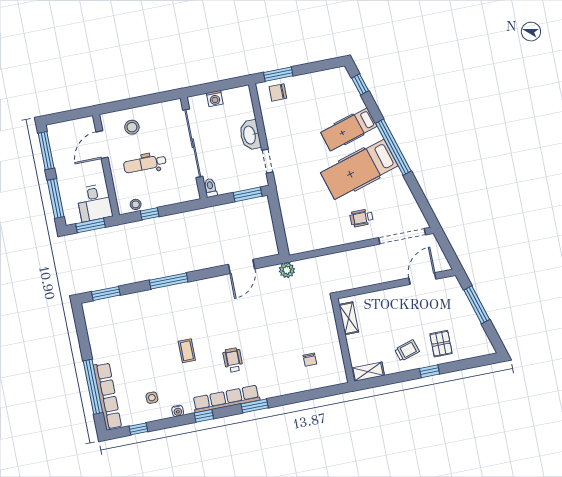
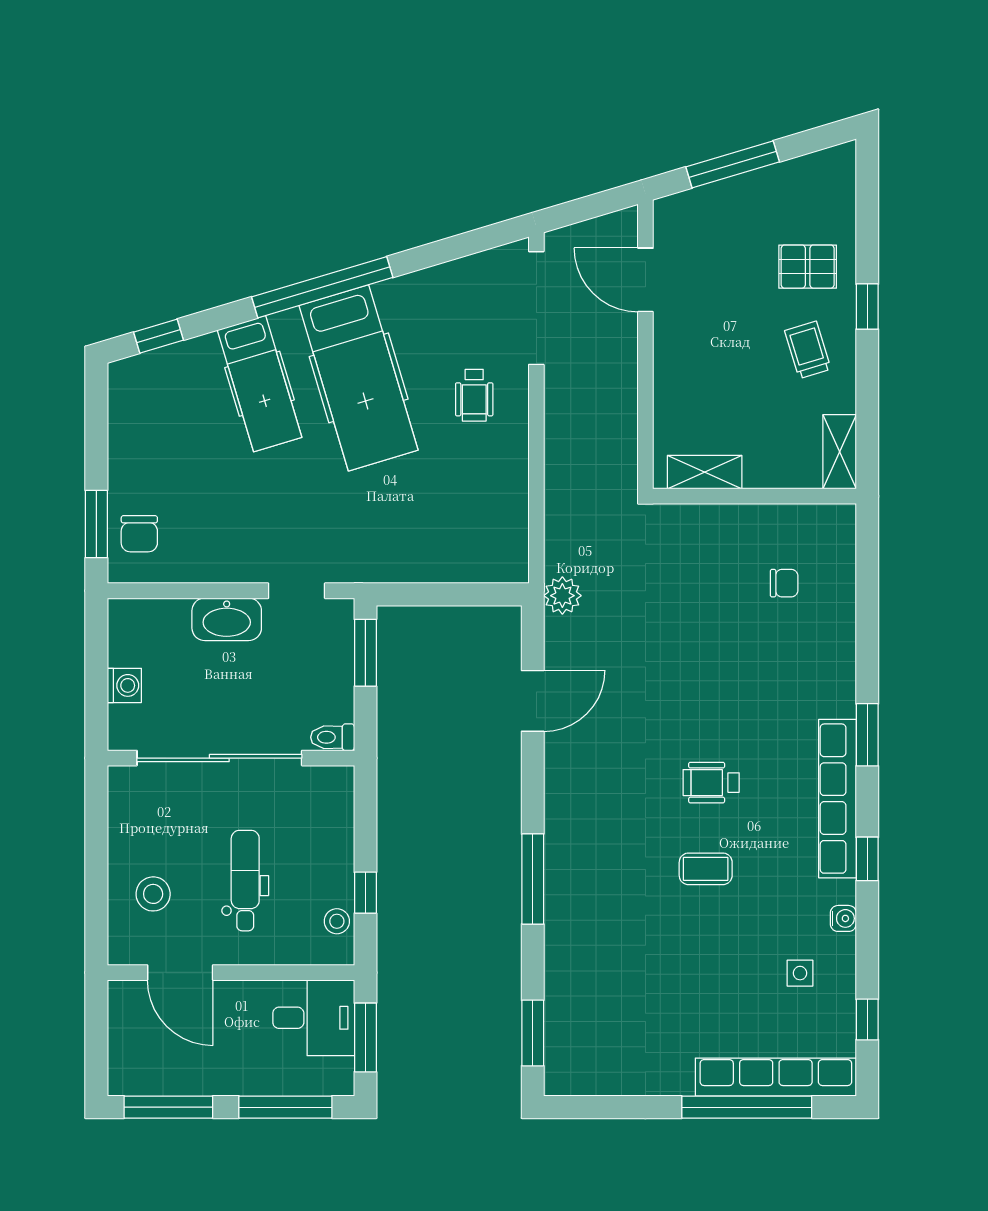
dental chair: (145, 164) -> (245, 881), turned 180
door: (241, 267) -> (533, 701), hinge flipped
wheelchair: (233, 360) -> (711, 783), moved

